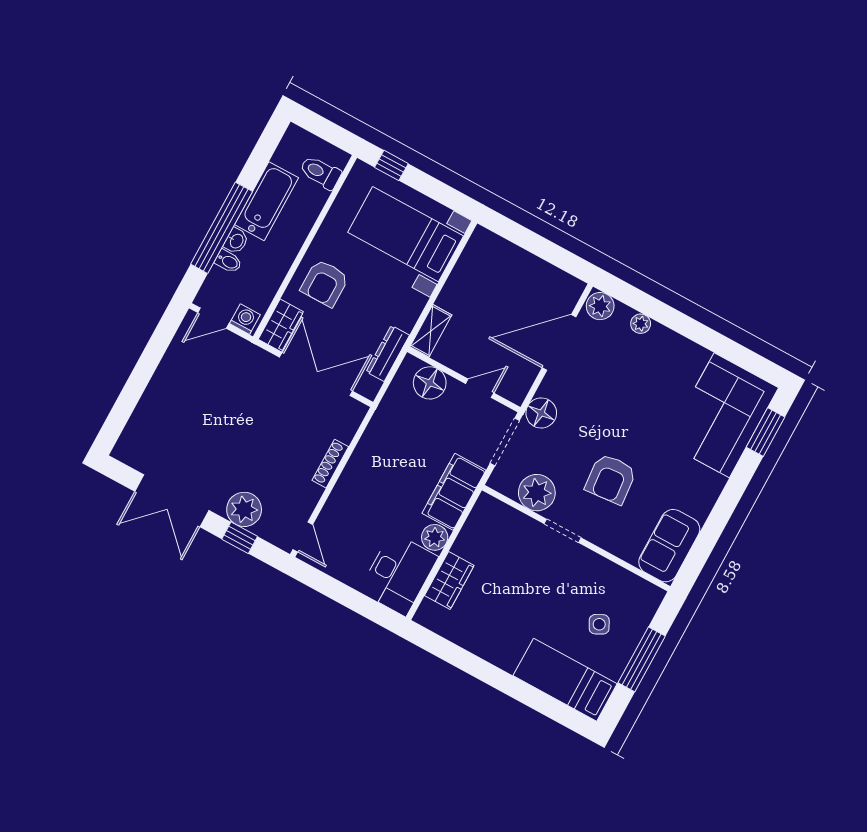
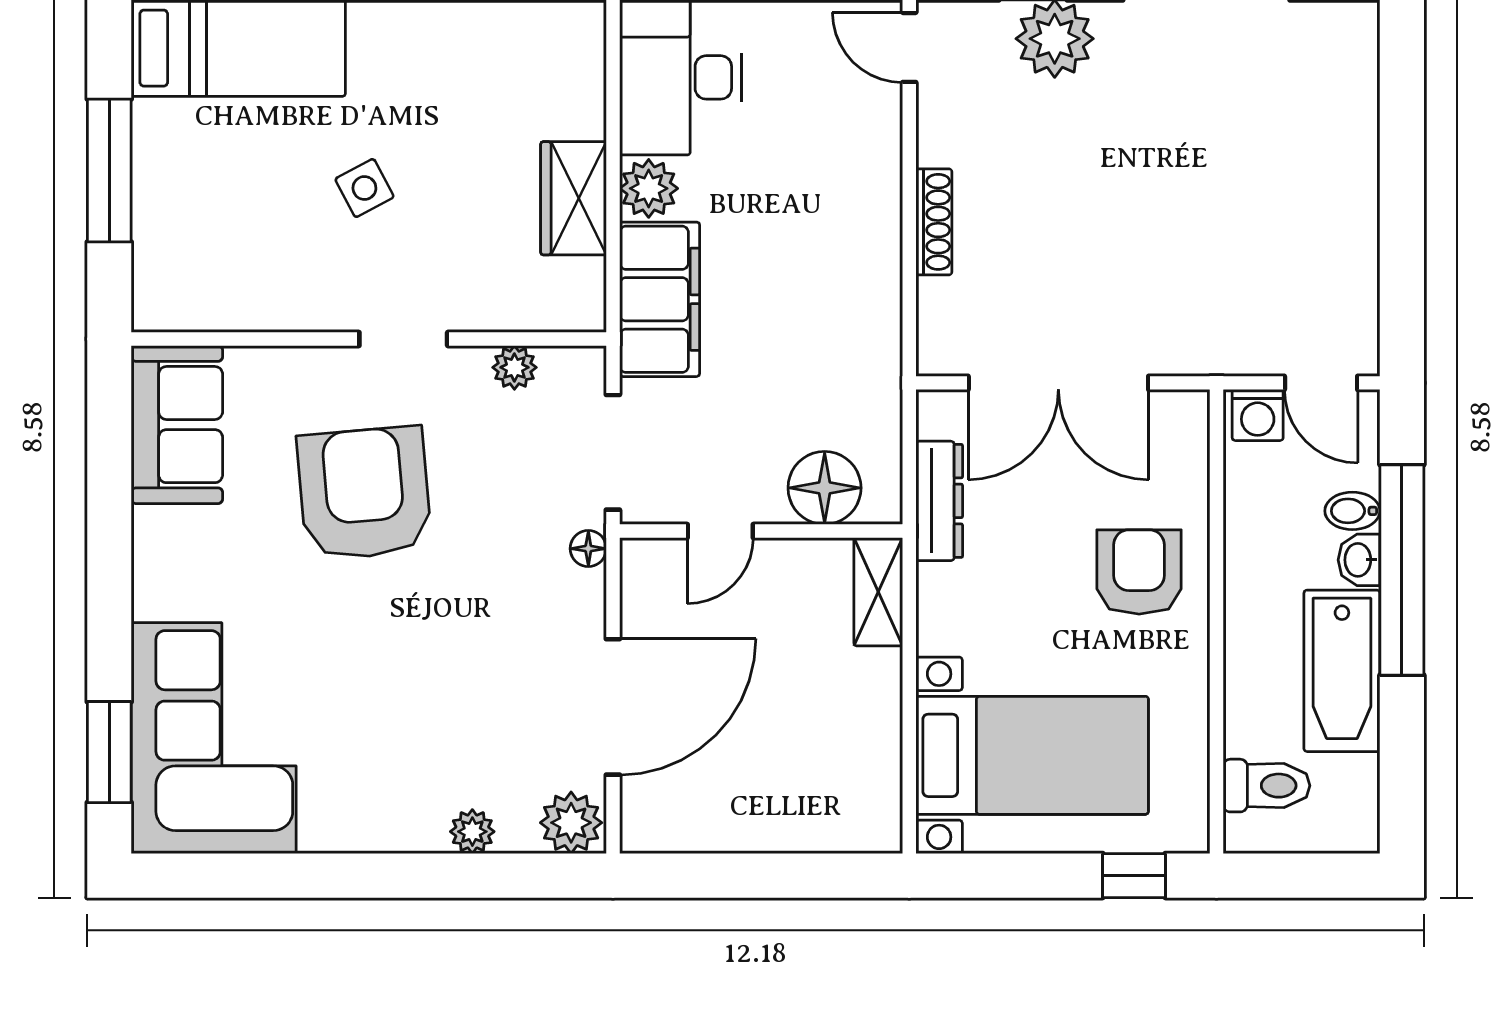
door: (213, 318) -> (1321, 383), swing flipped
wardrobe: (281, 325) -> (1180, 441), removed
floor lamp: (541, 413) -> (588, 549), width x0.53, depth x0.53
armchair: (611, 479) -> (364, 493), width x1.36, depth x1.36
plant: (537, 493) -> (514, 367), width x0.53, depth x0.53
wardrobe: (449, 580) -> (573, 198), moved
side table: (599, 624) -> (364, 188), moved

